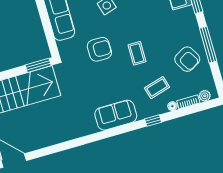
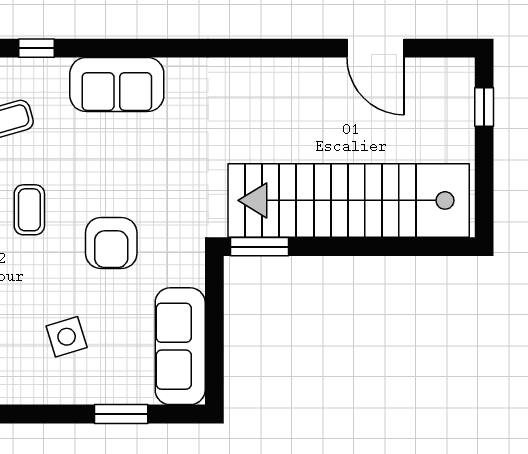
armchair: (99, 49) -> (111, 243), turned -90

